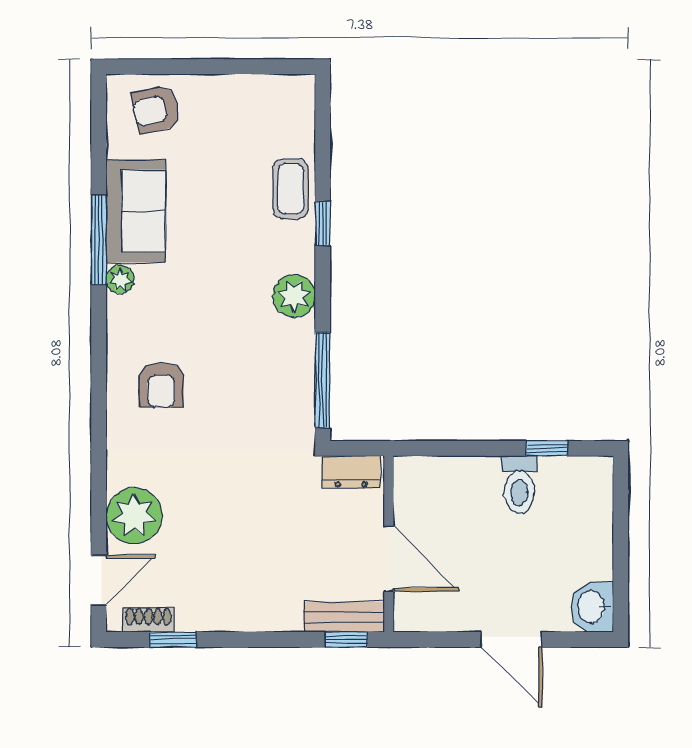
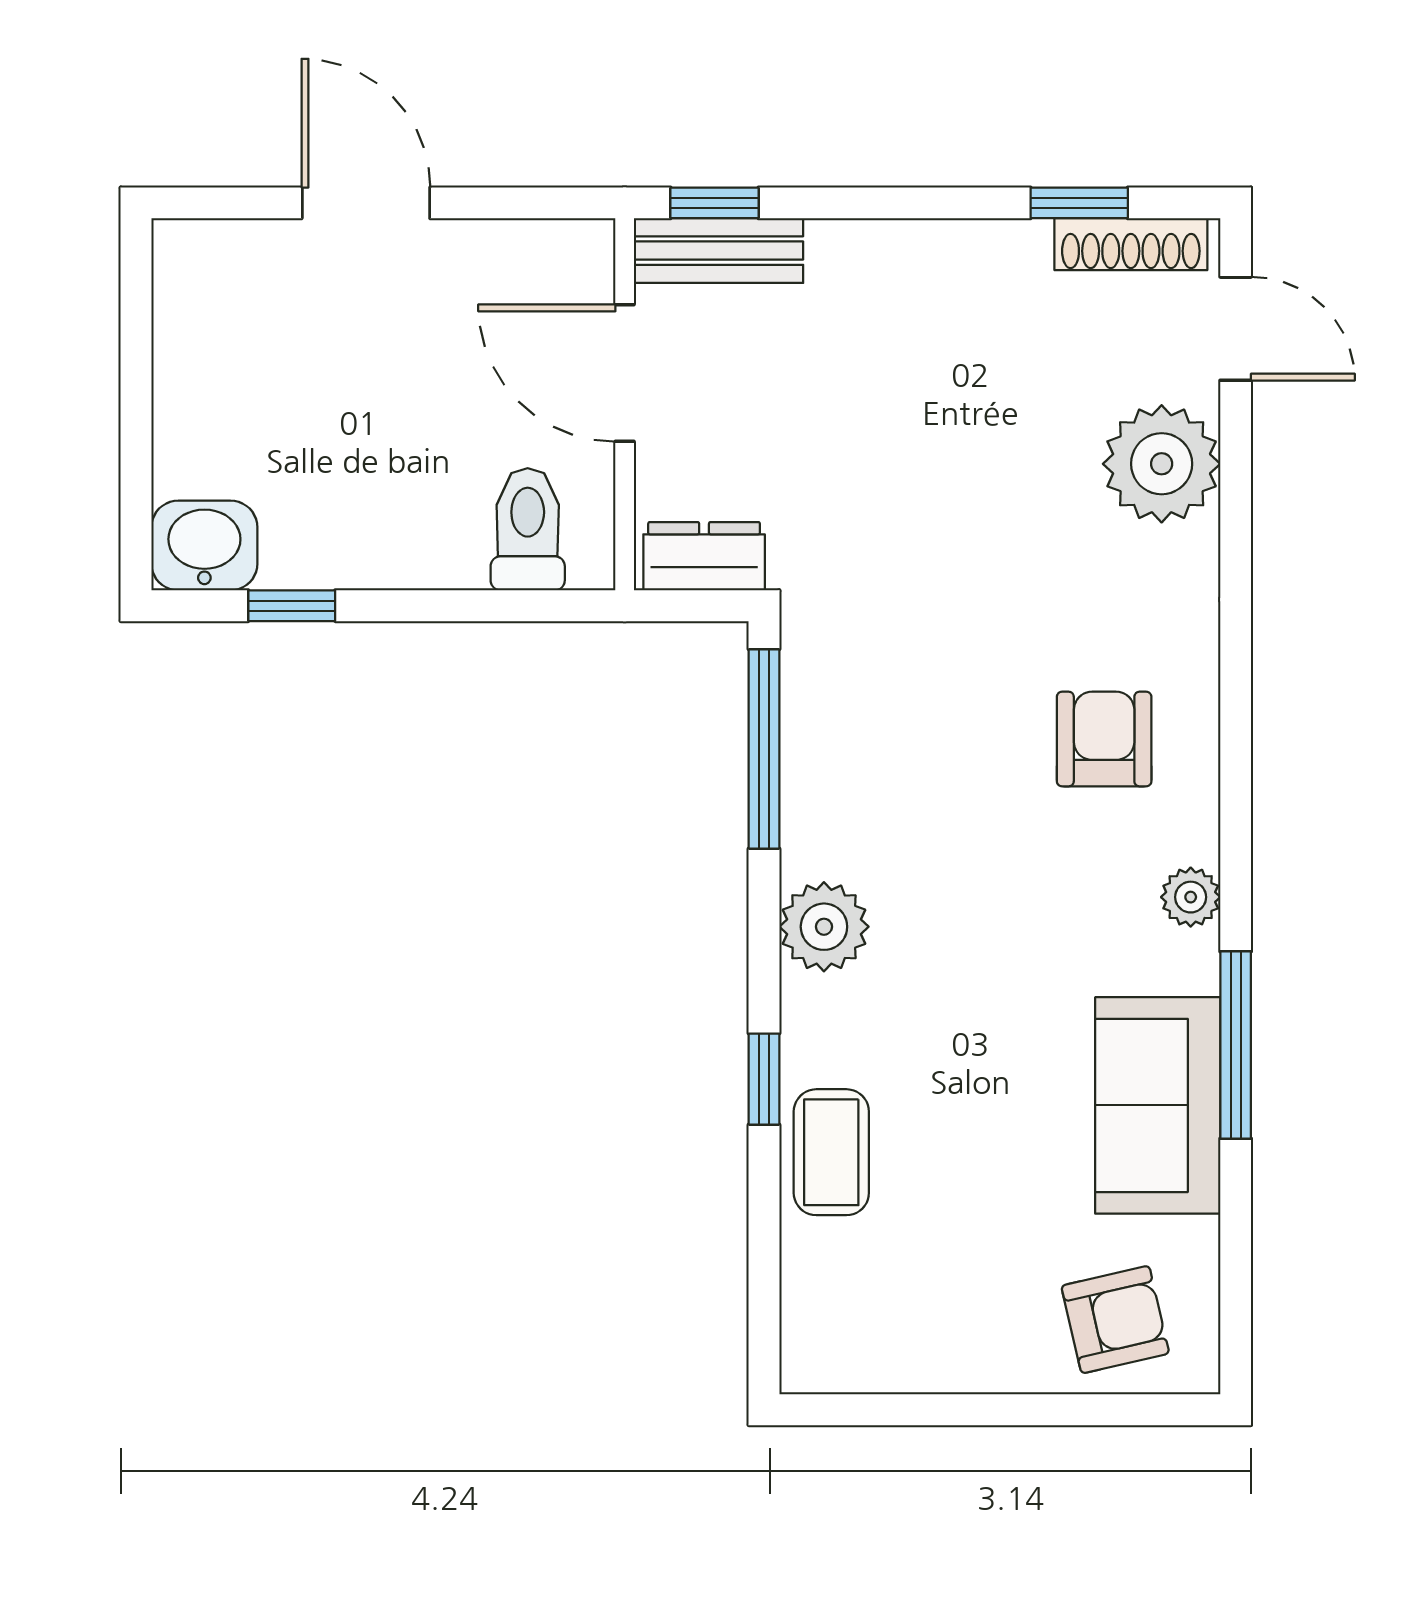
plant: (120, 279) -> (1191, 897), moved
toilet: (519, 485) -> (528, 529), moved
door: (99, 580) -> (1236, 329), swing flipped
washbasin: (592, 607) -> (204, 545), moved, turned -90
shoe rack: (148, 620) -> (1131, 244), width x1.43

